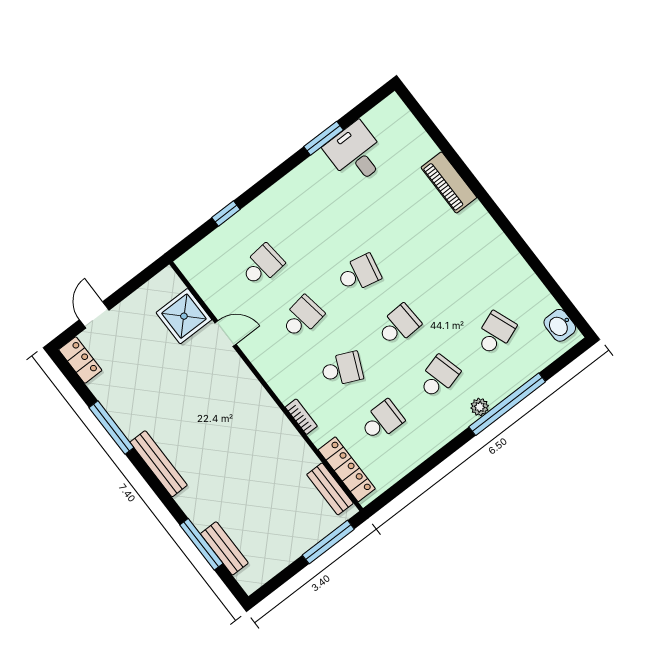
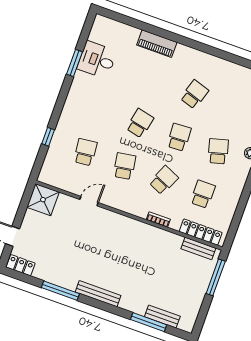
shower: (184, 316) -> (43, 200), moved
school desk: (495, 333) -> (194, 94), moved, turned 39

